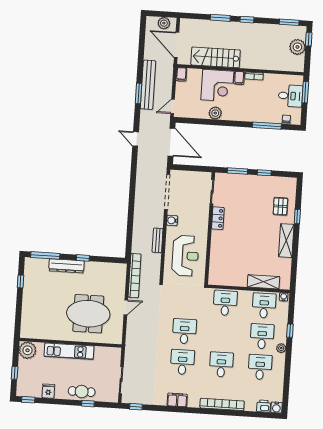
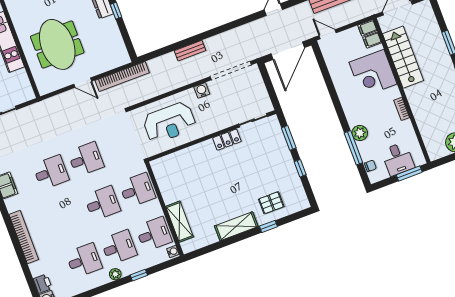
filing cabinet: (239, 78) -> (372, 40), moved
plant: (215, 113) -> (360, 133), moved
bench: (158, 240) -> (190, 51), moved
desk: (221, 365) -> (102, 203), moved

